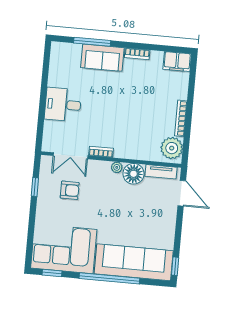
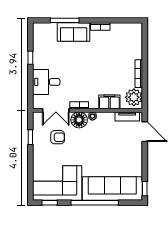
filing cabinet: (177, 62) -> (109, 102), moved, turned 180
window: (44, 86) -> (30, 58), added
desk: (63, 105) -> (46, 82), moved
floor lamp: (133, 174) -> (79, 120), moved

